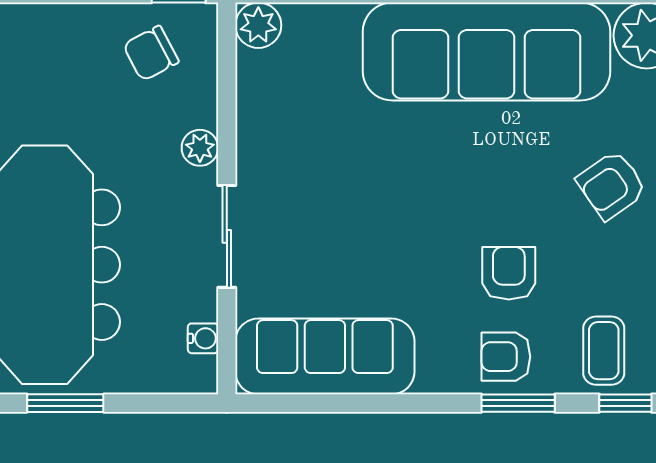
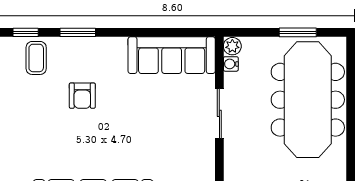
plant: (200, 148) -> (232, 46), moved
armchair: (612, 185) -> (32, 138), removed
armchair: (506, 357) -> (84, 55), removed

